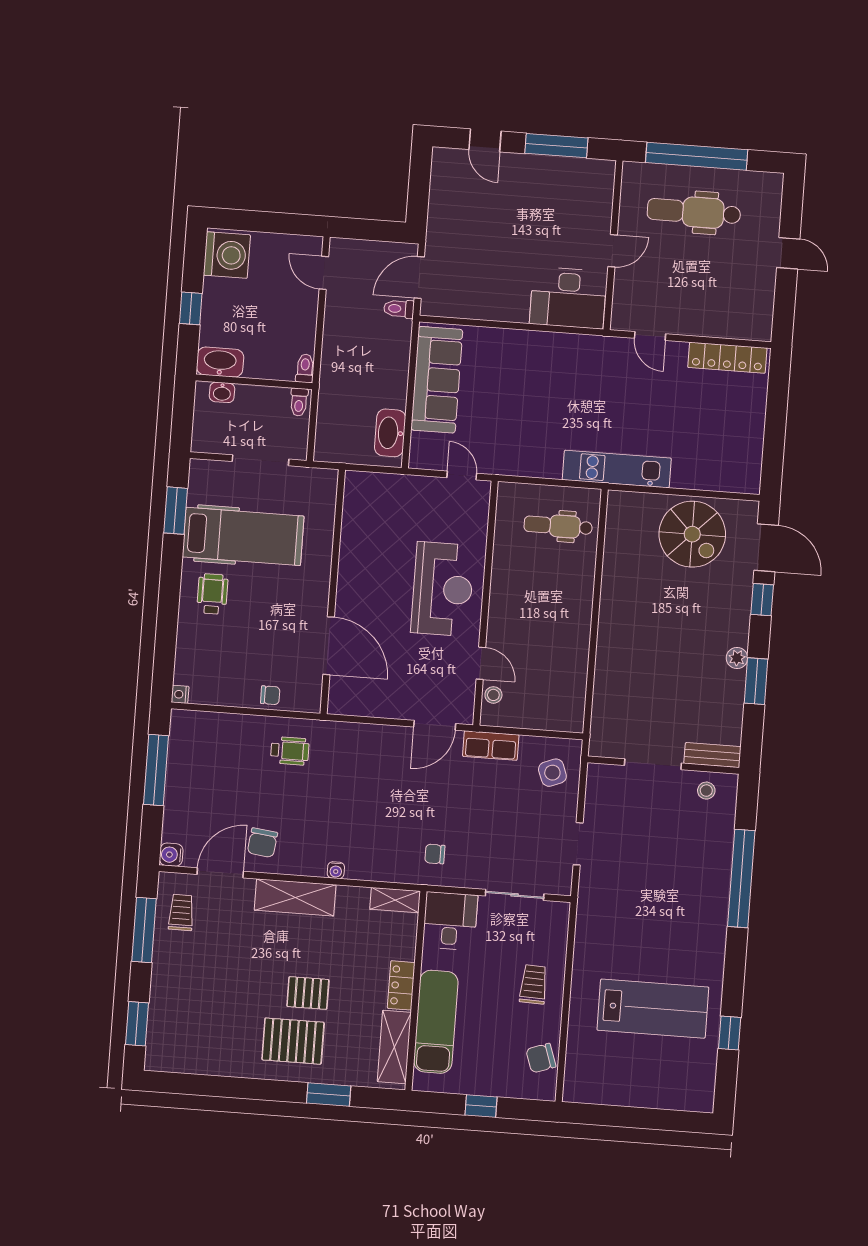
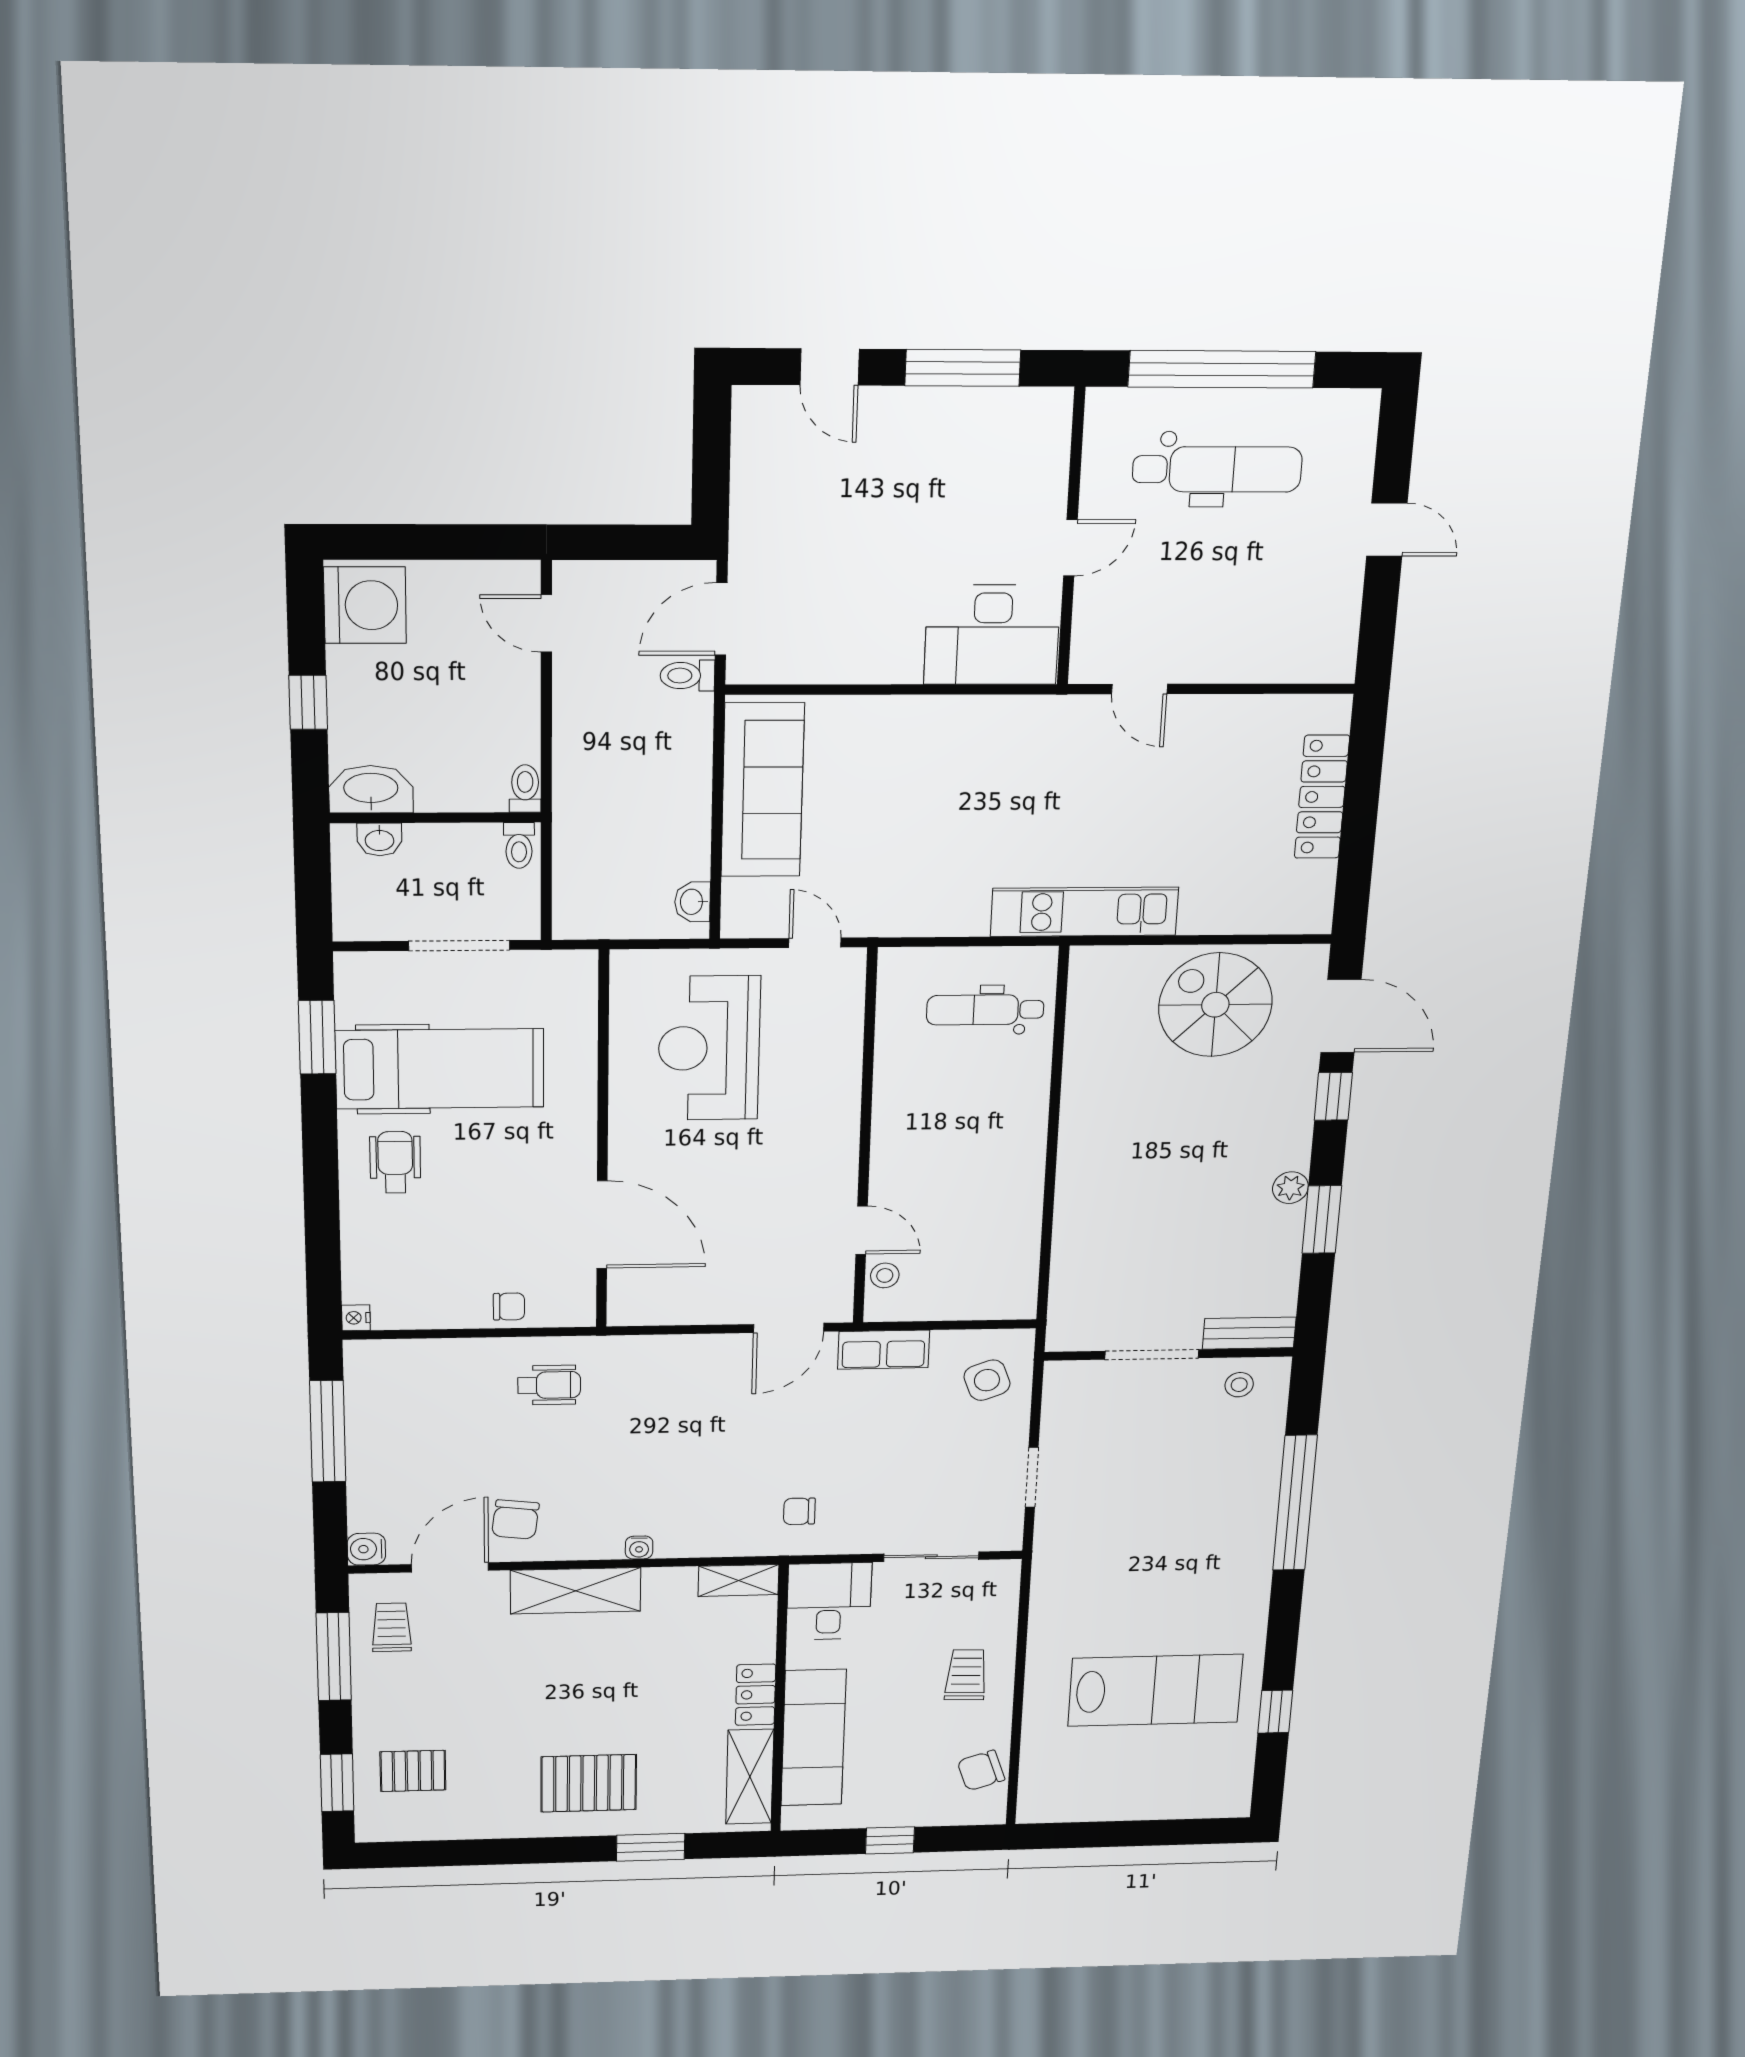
dental chair: (694, 212) -> (1217, 469), turned 180
locker: (727, 358) -> (1322, 797), moved, turned 90
washbasin: (390, 433) -> (692, 902), width x0.52, depth x0.69
spiral stairs: (692, 534) -> (1215, 1005), turned 180
reception desk: (443, 589) -> (709, 1048), moved, turned 180
pallet: (308, 993) -> (413, 1771), moved

